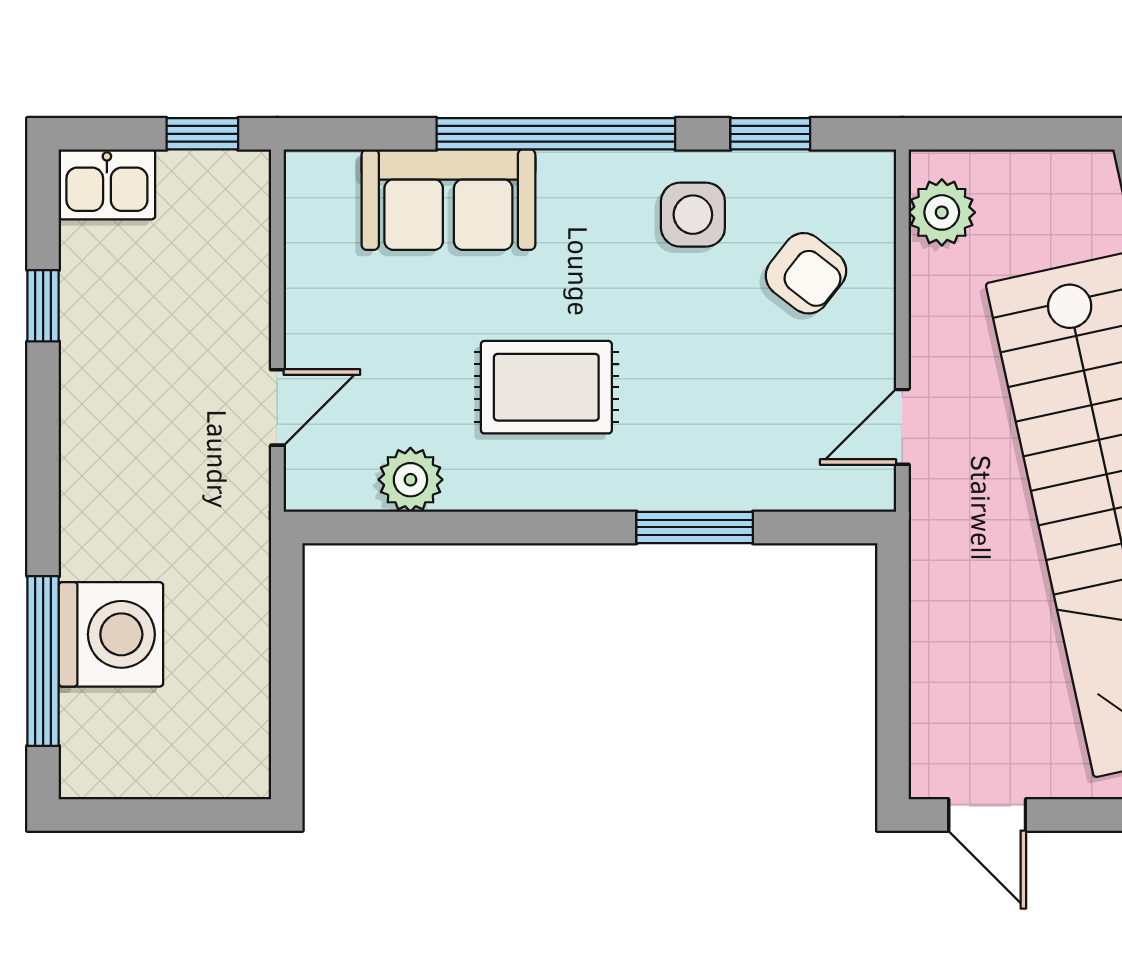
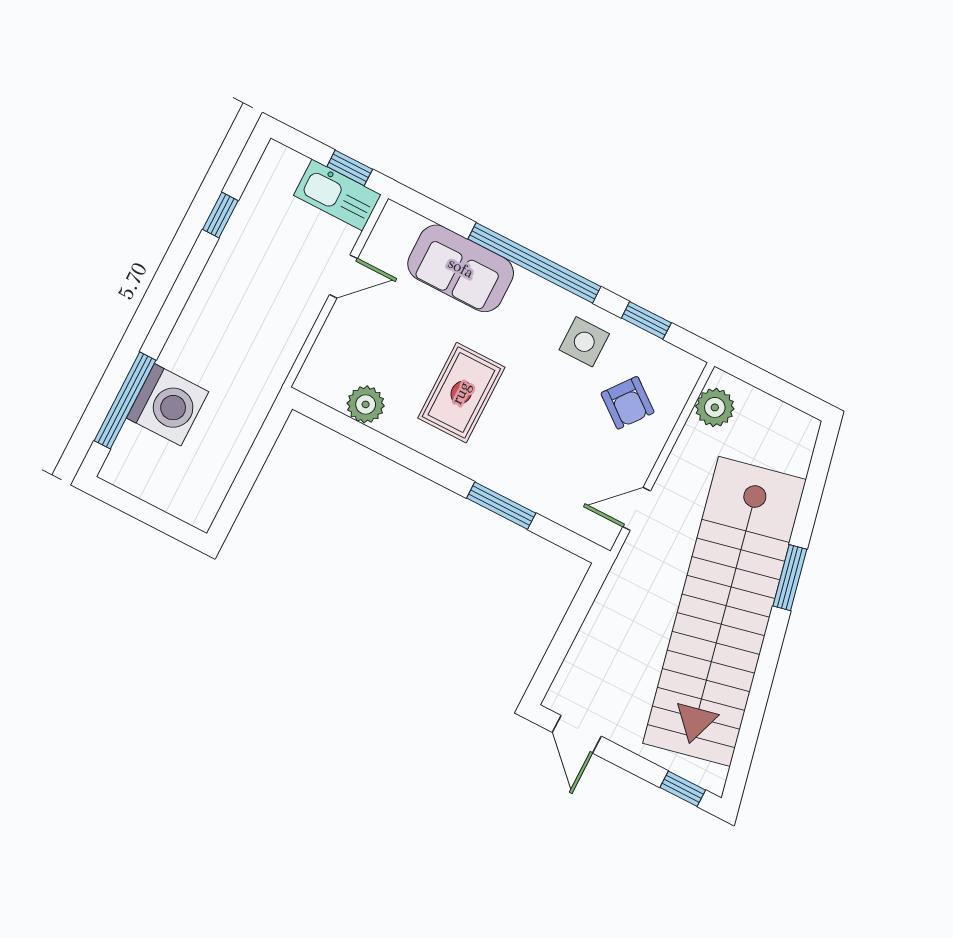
kitchen sink: (107, 184) -> (337, 195), moved, width x1.38
rug: (546, 387) -> (461, 393), turned 90
door: (277, 407) -> (343, 276), moved

